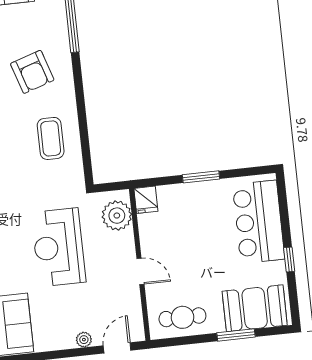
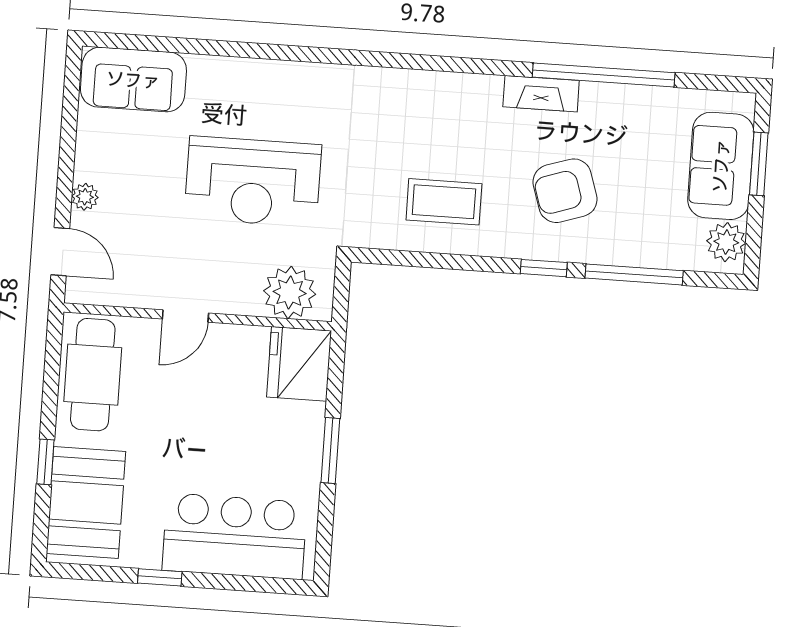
window: (78, 76) -> (544, 268), added
fridge: (146, 200) -> (299, 364), width x1.88, depth x1.34
reception desk: (59, 247) -> (253, 182), turned 180
cafe table: (182, 317) -> (93, 375), width x1.37, depth x1.35
window: (236, 335) -> (45, 462), width x0.67

